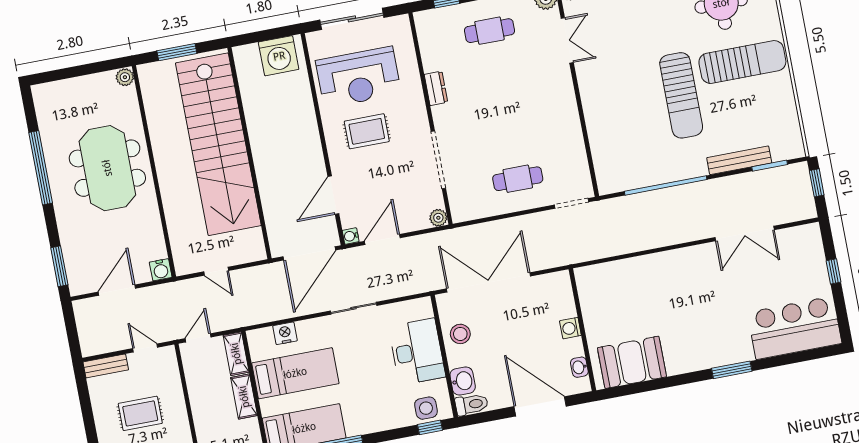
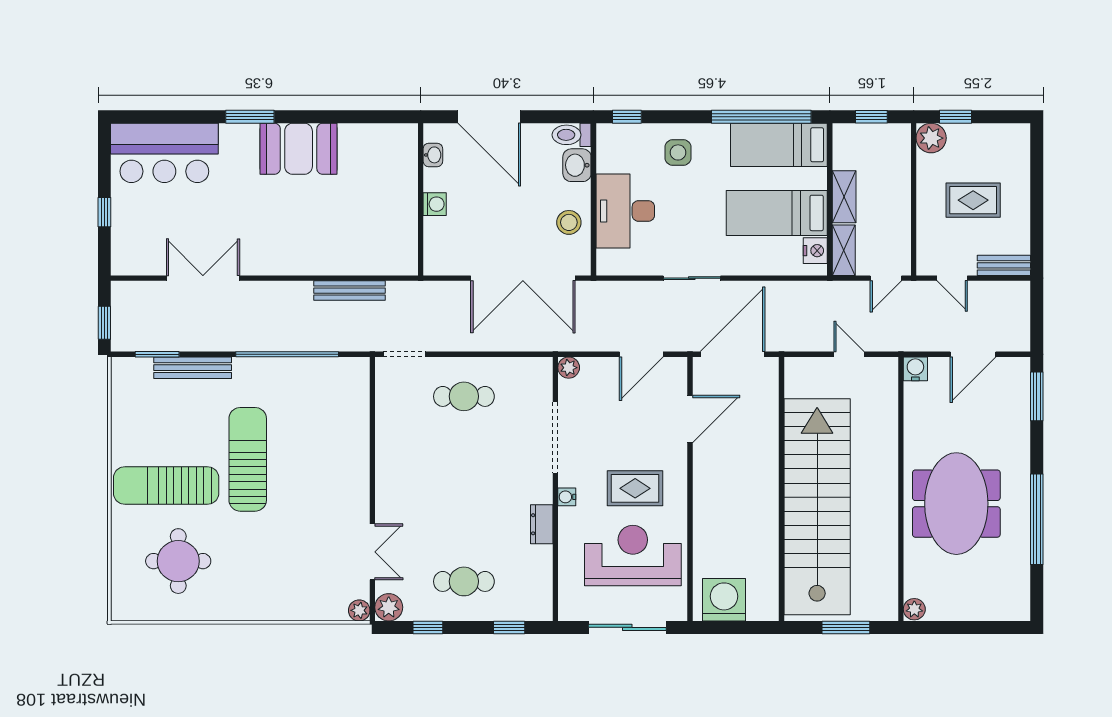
double door: (567, 40) -> (372, 552), swing flipped
water cooler: (351, 236) -> (567, 497), moved, turned 180
bench: (625, 246) -> (350, 291), added
nightstand: (285, 333) -> (815, 251), moved, turned -90
booth: (632, 362) -> (299, 149), moved
side table: (426, 408) -> (678, 152), moved

